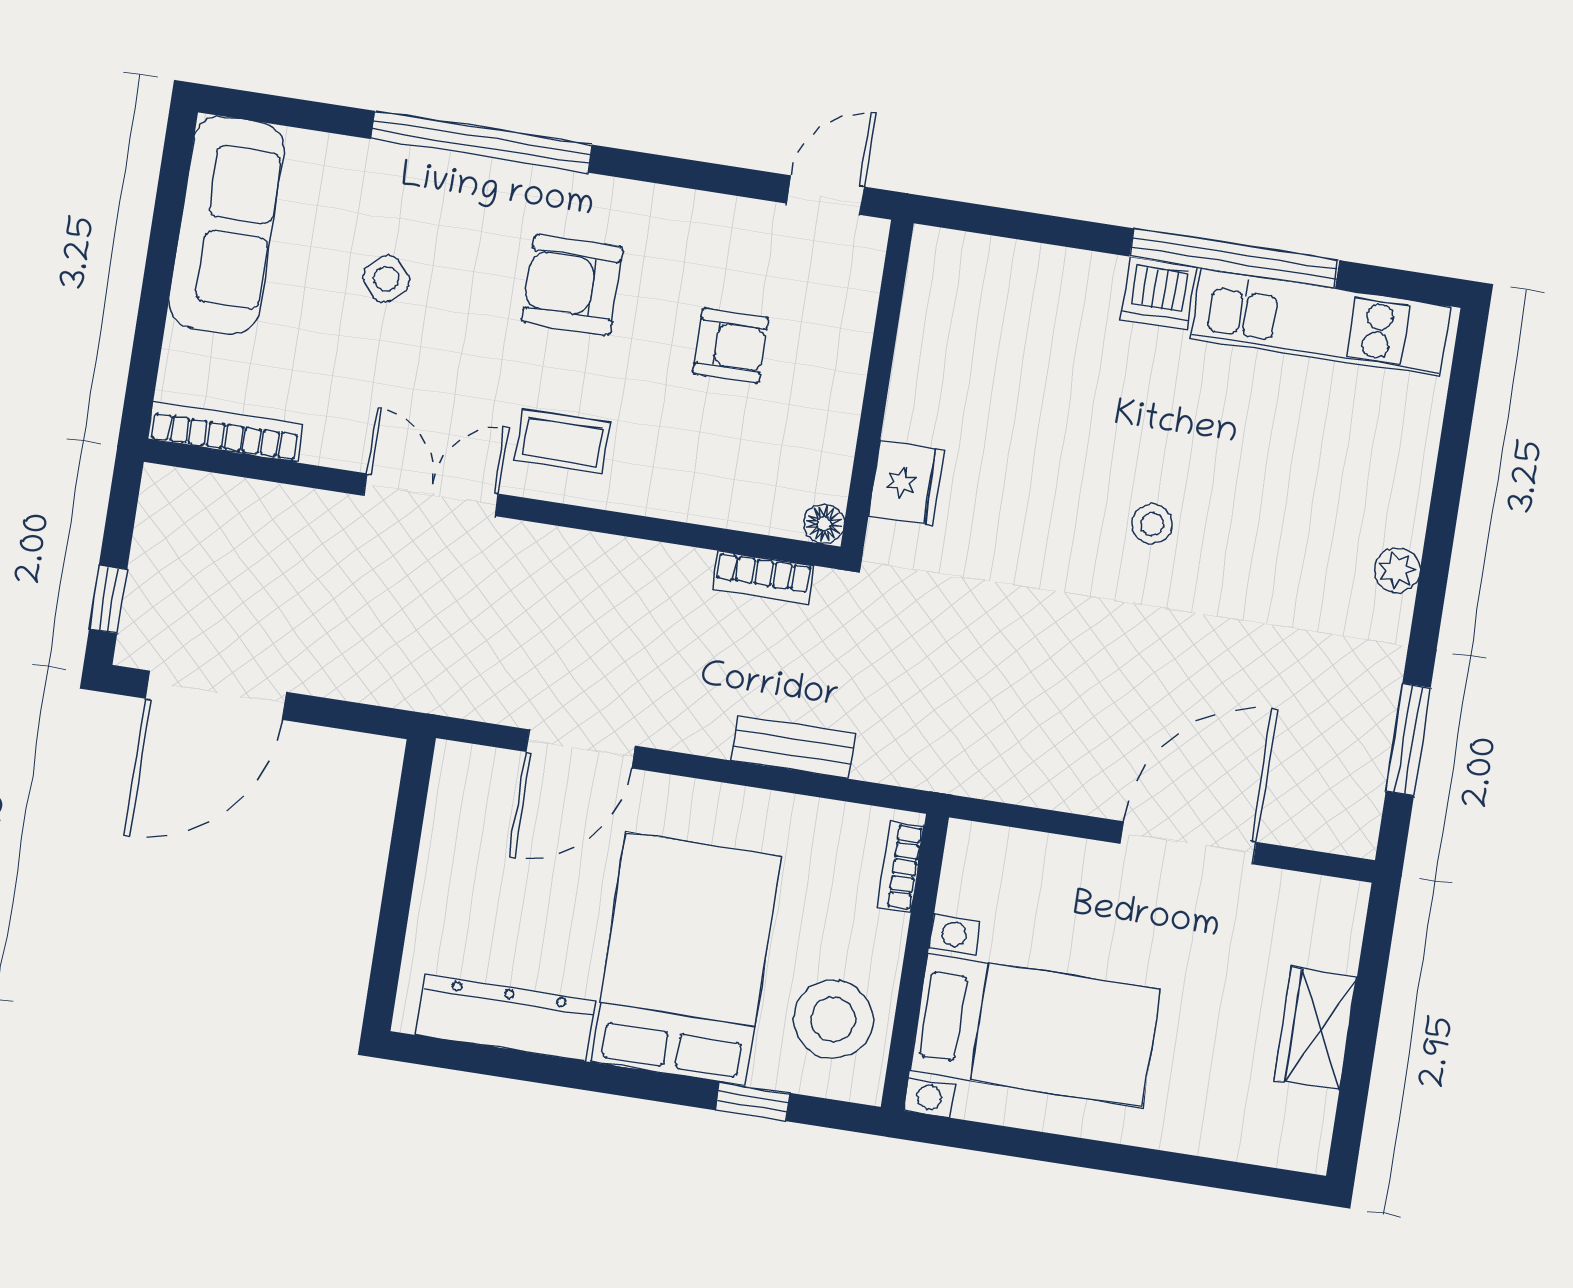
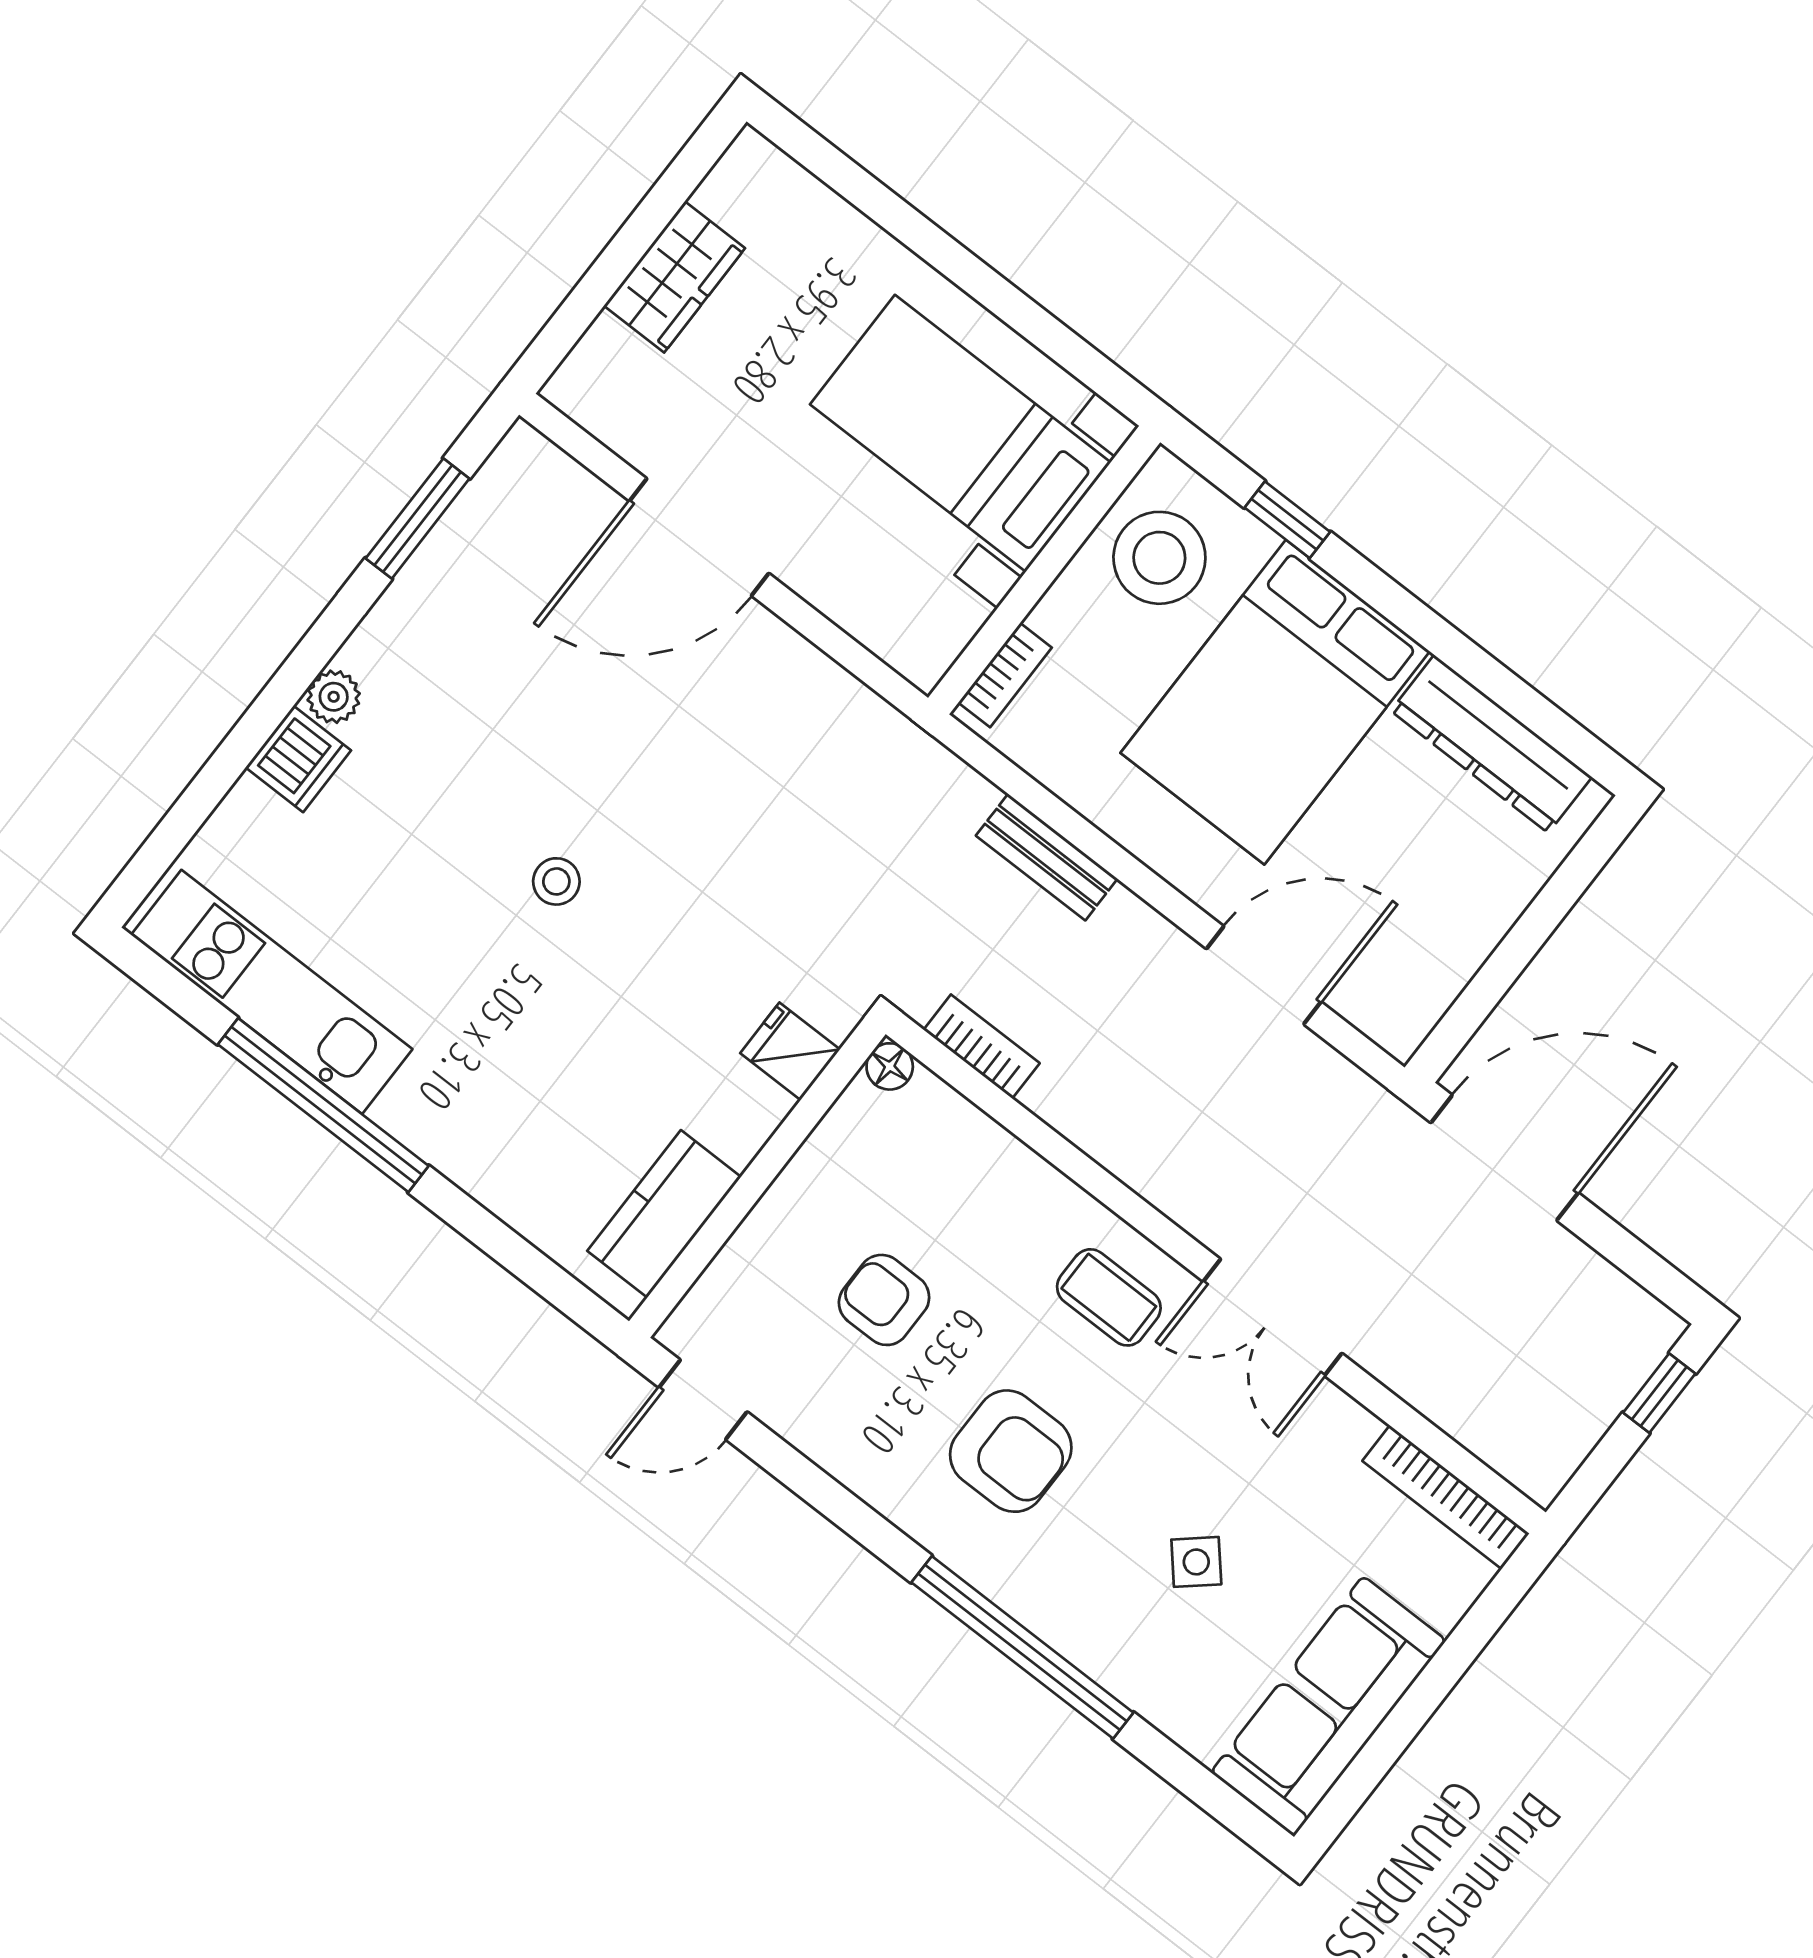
dishwasher: (1159, 293) -> (298, 759), moved, turned 90
kitchen counter: (932, 319) -> (664, 1214), added
fridge: (907, 483) -> (790, 1051), width x0.72
door: (216, 695) -> (1505, 1158), moved

